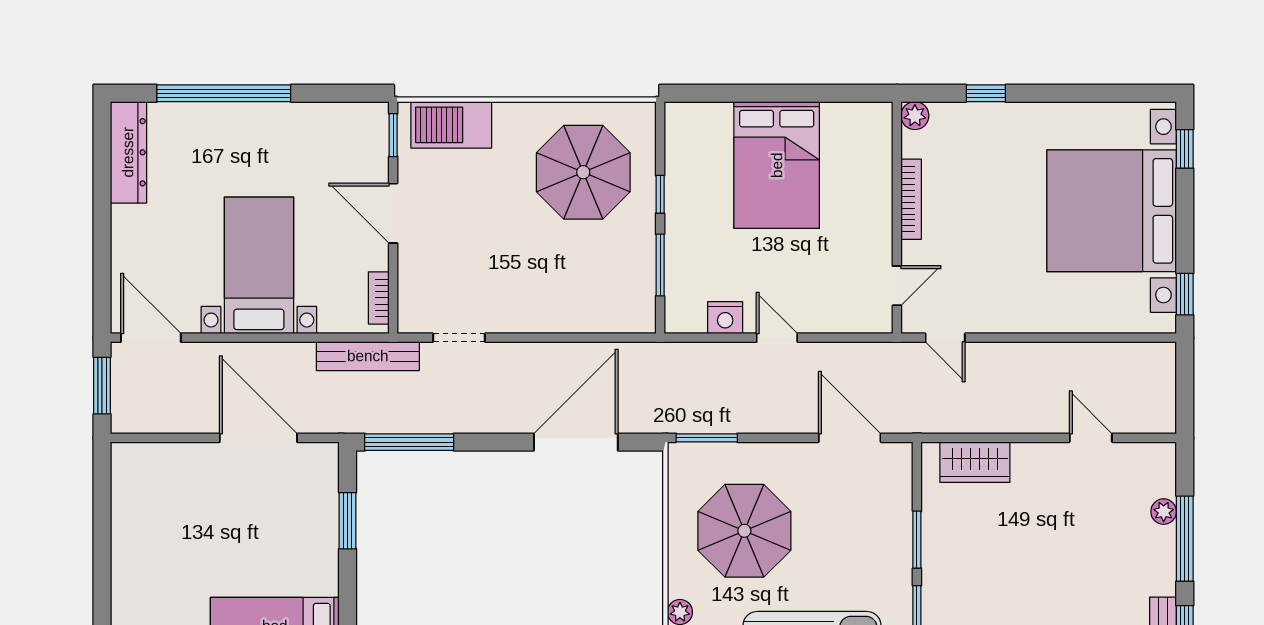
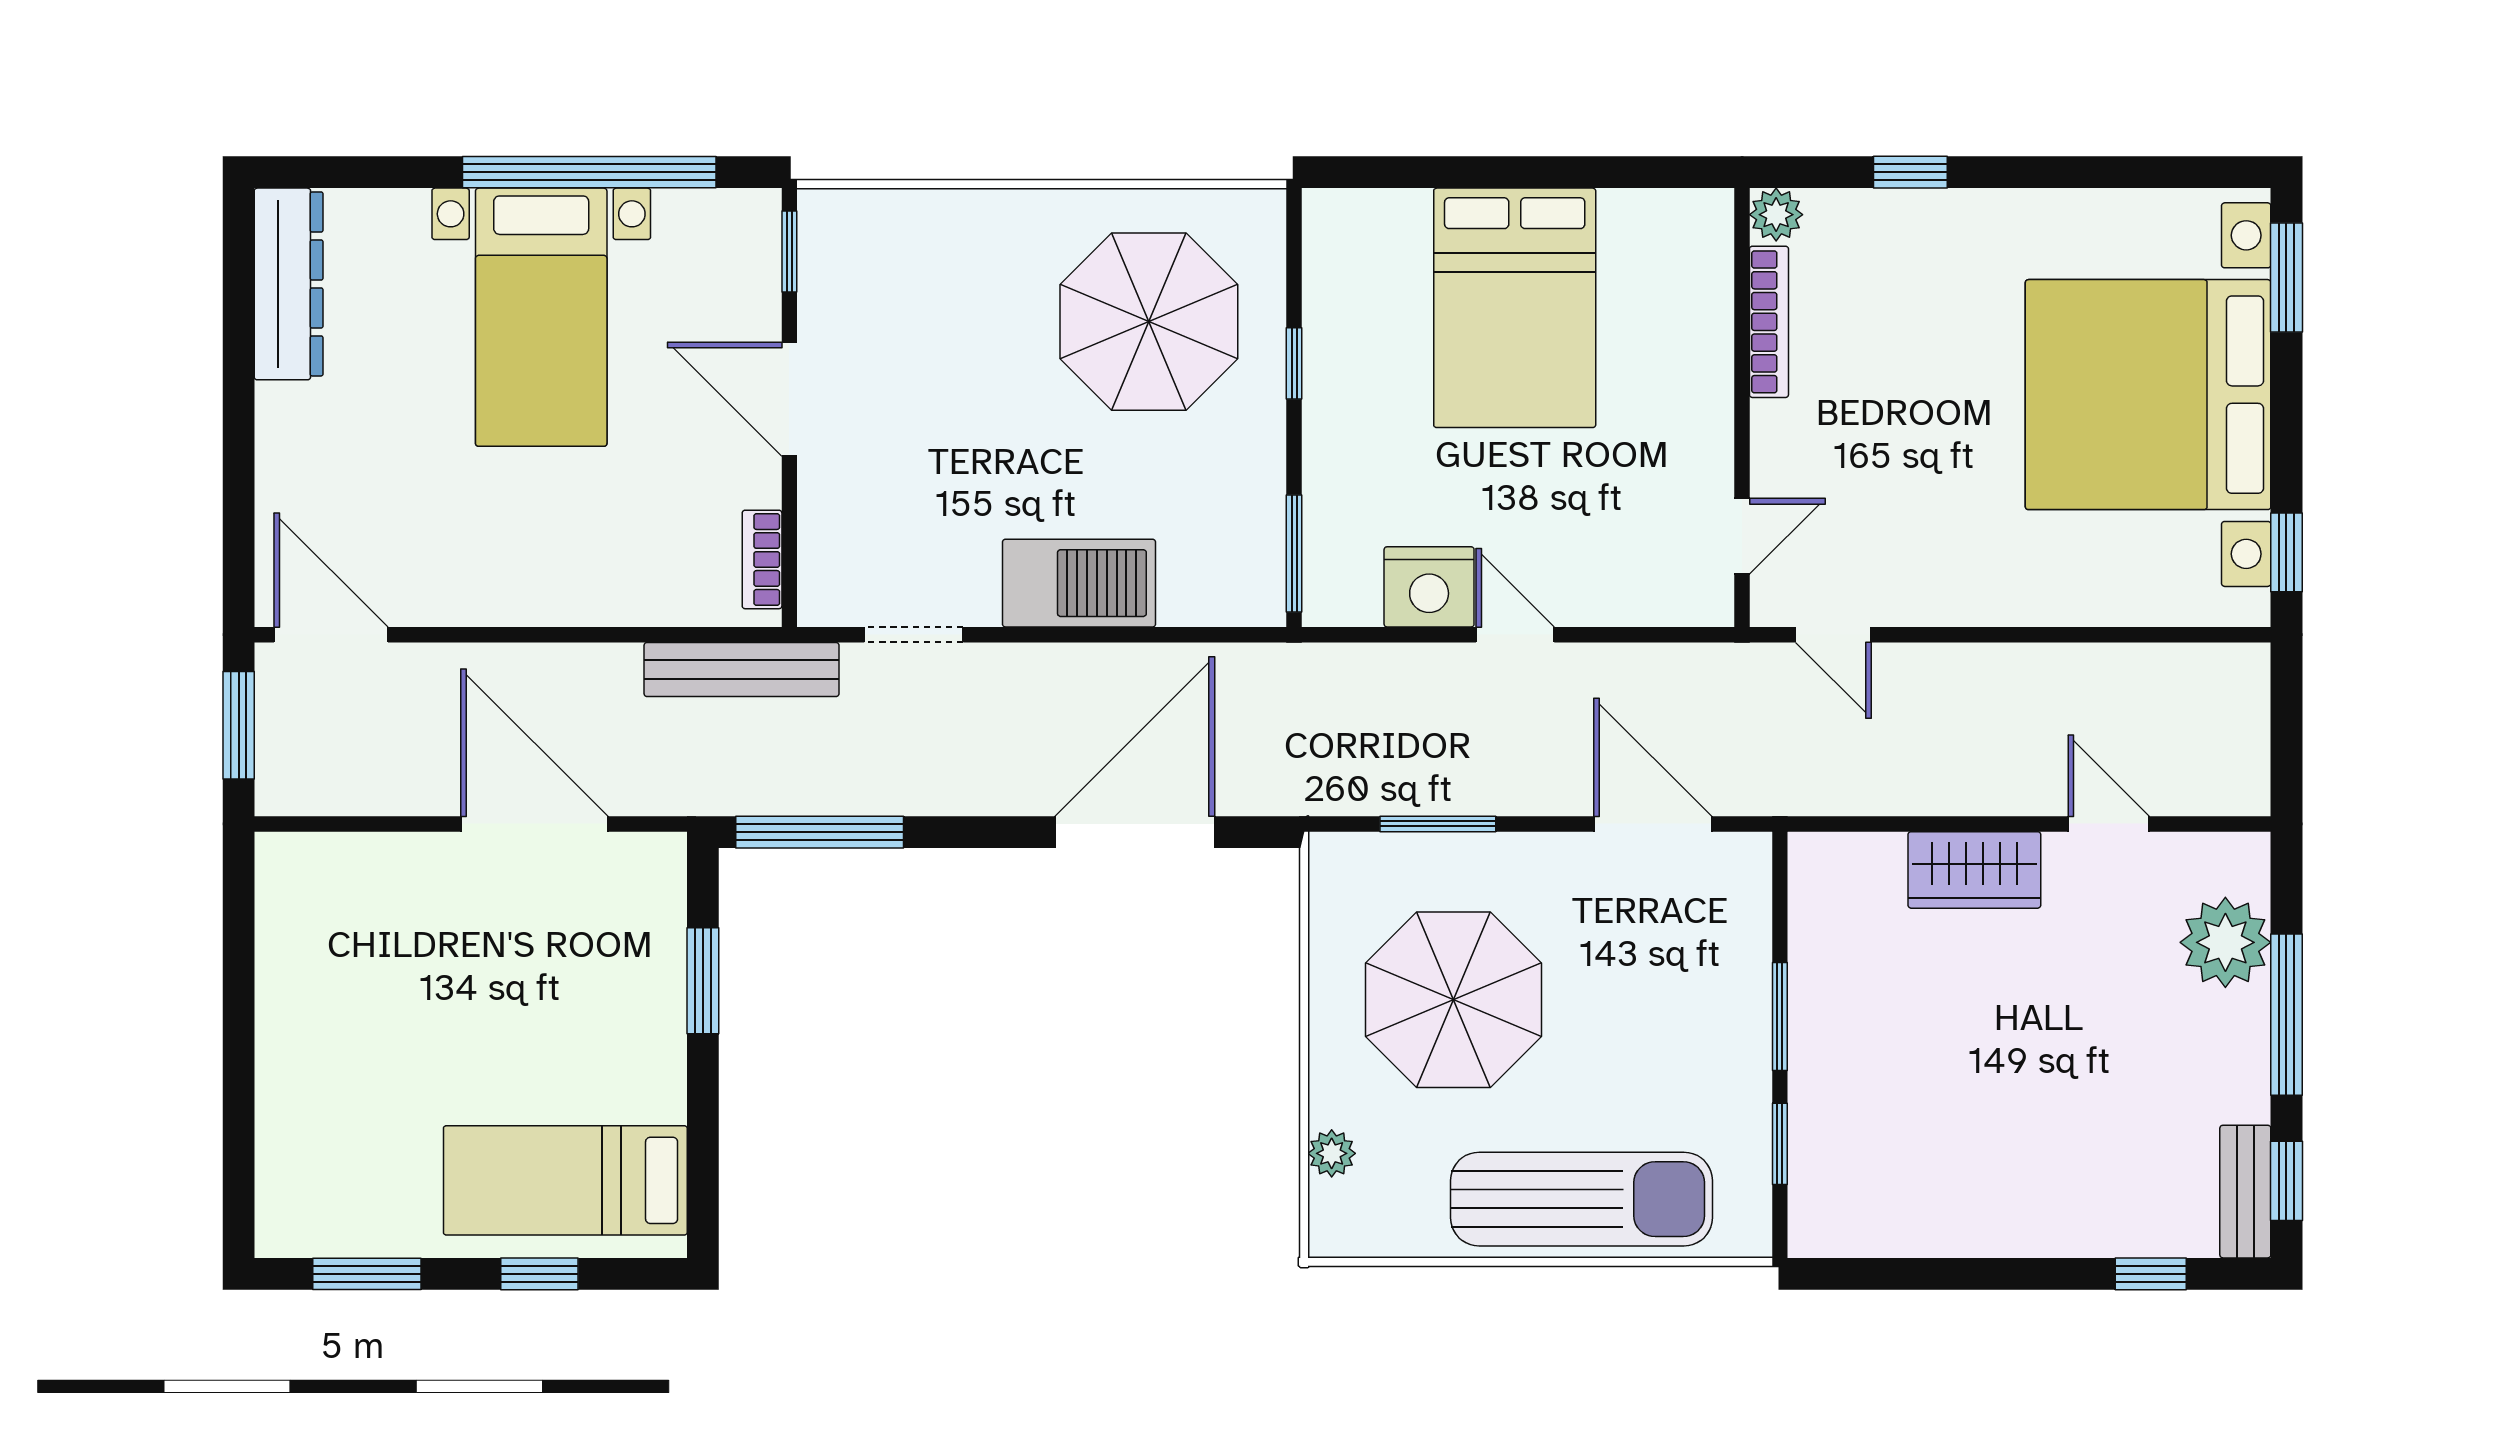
window: (224, 93) -> (589, 172), moved
barbecue: (451, 125) -> (1079, 583), moved, turned 180
window: (1185, 149) -> (2286, 278), width x1.50
bookcase: (911, 199) -> (1769, 322), moved
bed with nightstands: (259, 265) -> (541, 317), moved, turned 180
window: (660, 265) -> (1294, 553), moved
nightstand: (725, 318) -> (1429, 587), width x1.36, depth x1.33
window: (707, 438) -> (1438, 824), moved
wardrobe: (975, 462) -> (1974, 870), moved
plant: (1164, 512) -> (2225, 942), width x1.88, depth x1.88

